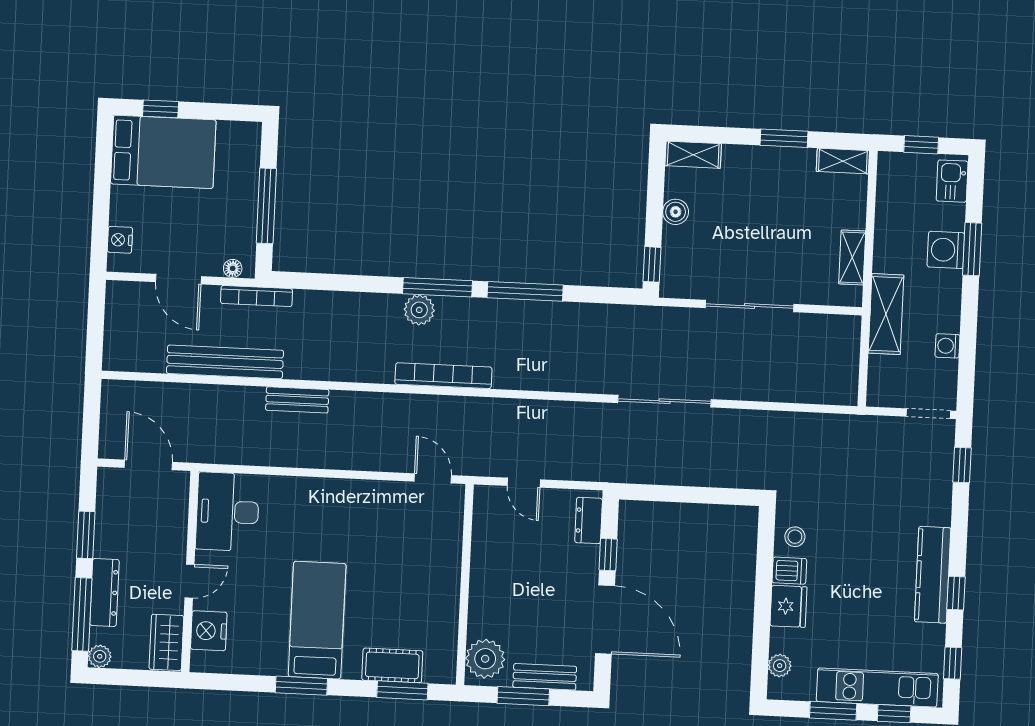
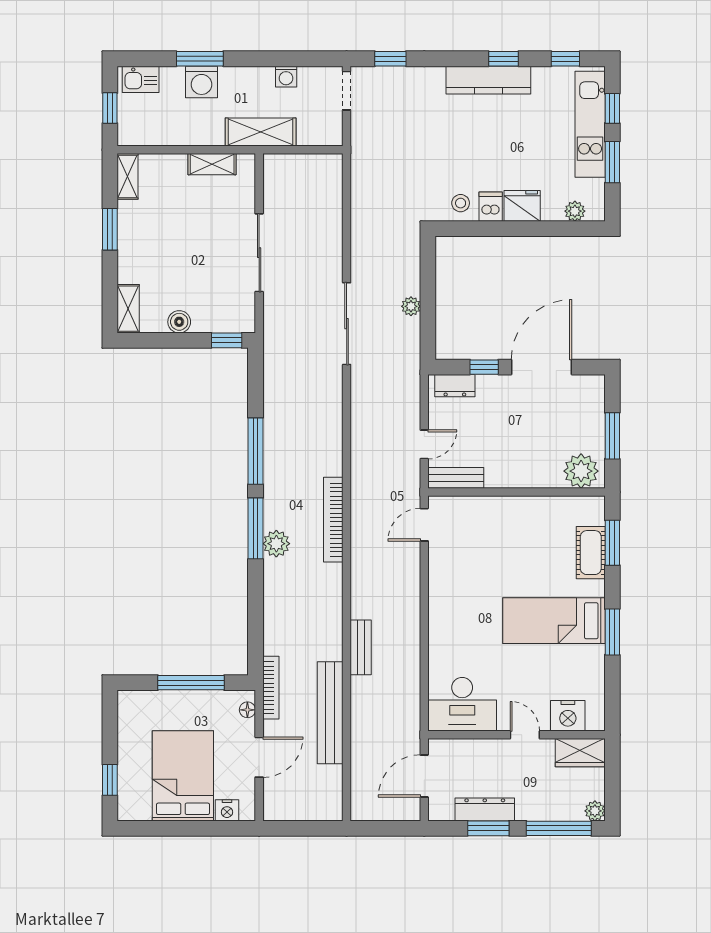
bed: (163, 152) -> (183, 776), moved
plant: (681, 475) -> (411, 306), added
dresser: (104, 592) -> (485, 809), moved
bench: (545, 677) -> (456, 478), moved, turned 90

